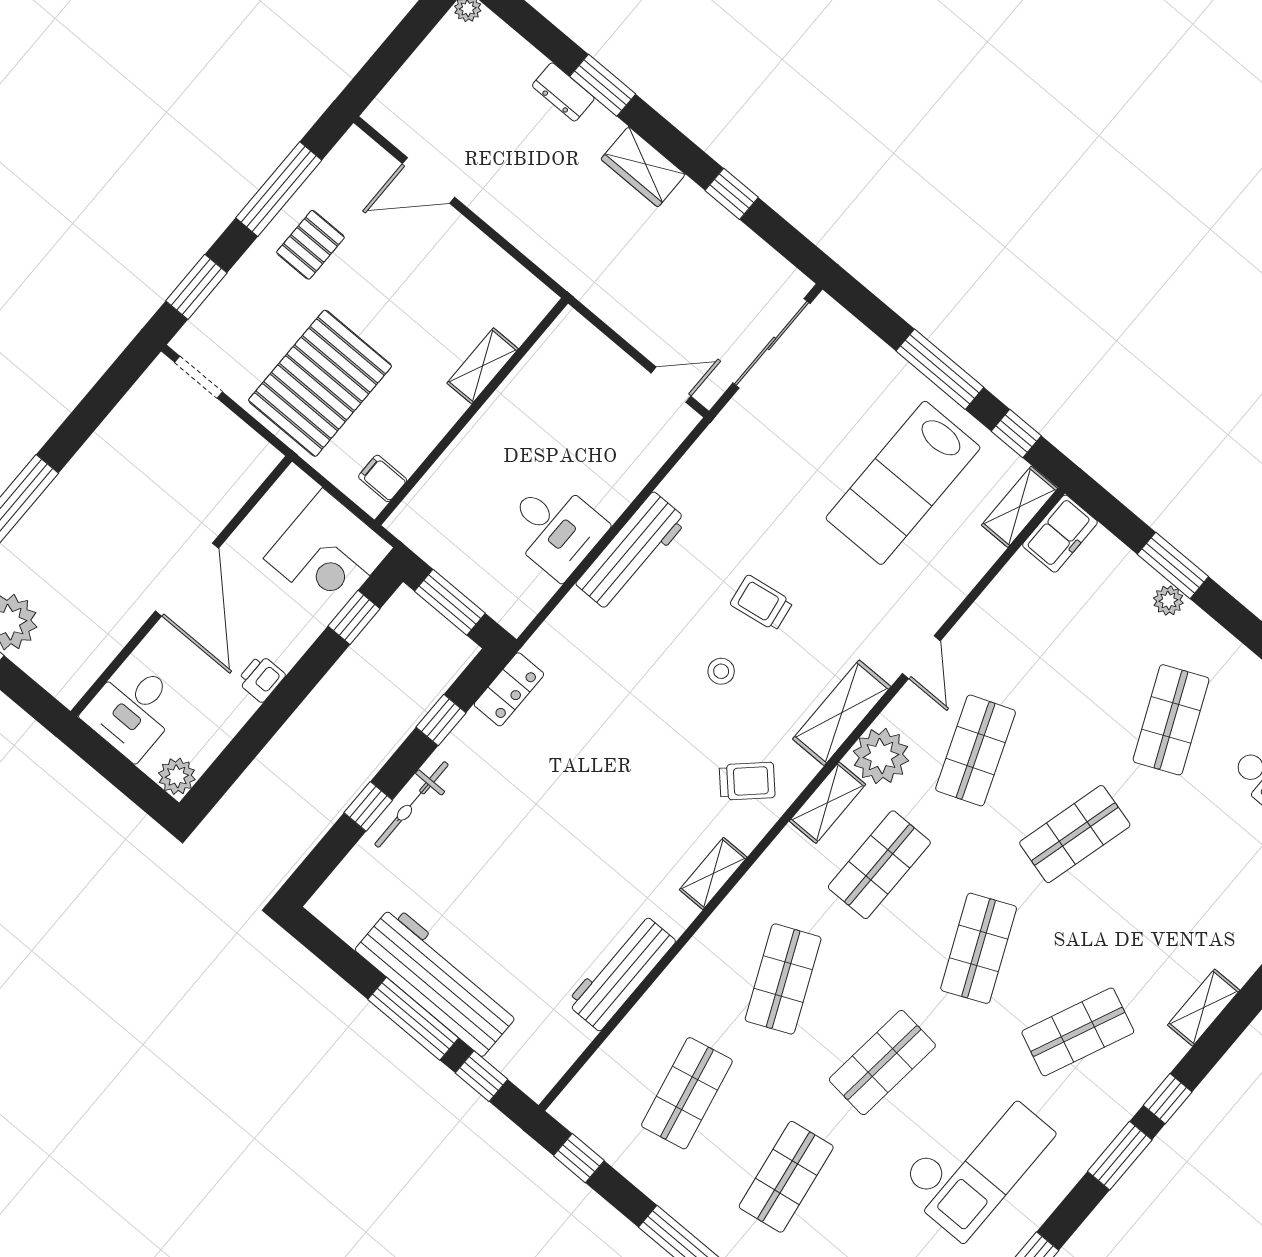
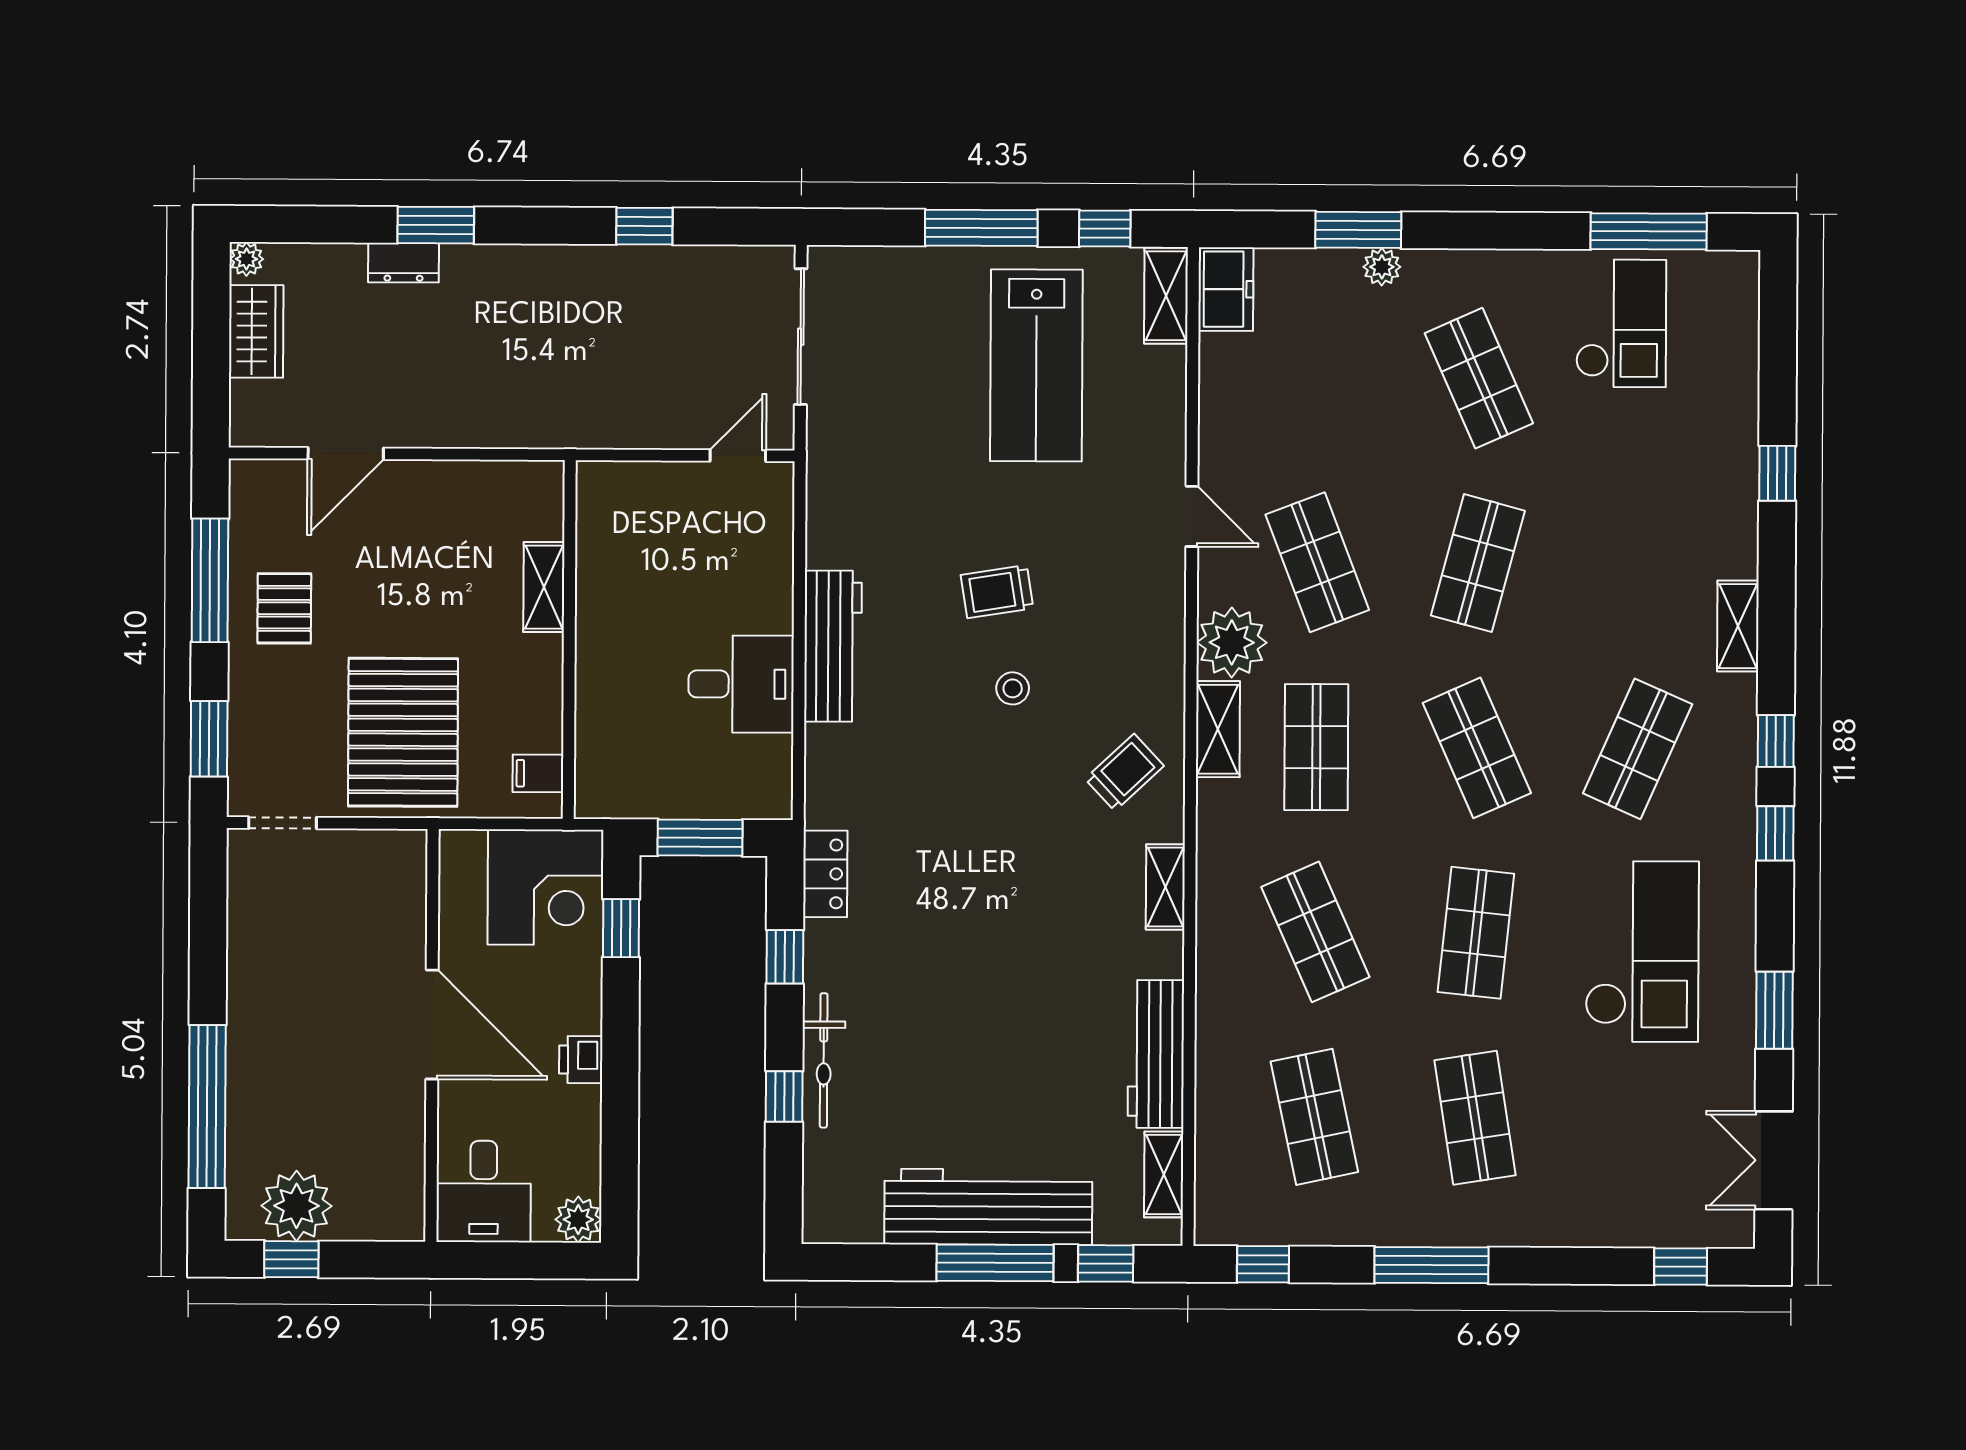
wardrobe: (643, 167) -> (256, 331), moved, turned -90
shelving: (842, 713) -> (1164, 1174), moved, width x0.67, depth x0.75
window: (1120, 1156) -> (1775, 833), width x0.67

